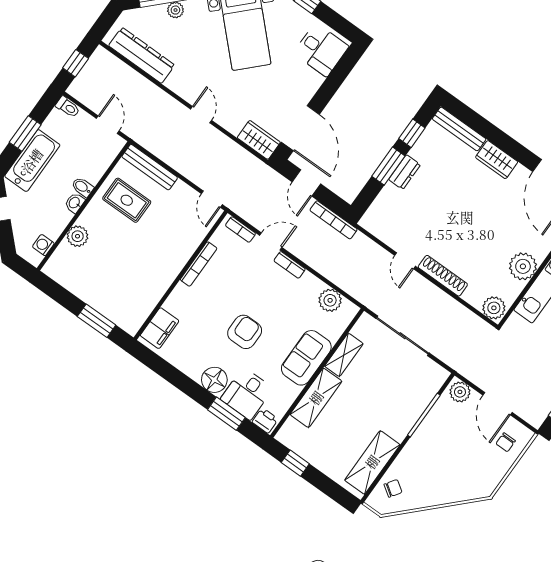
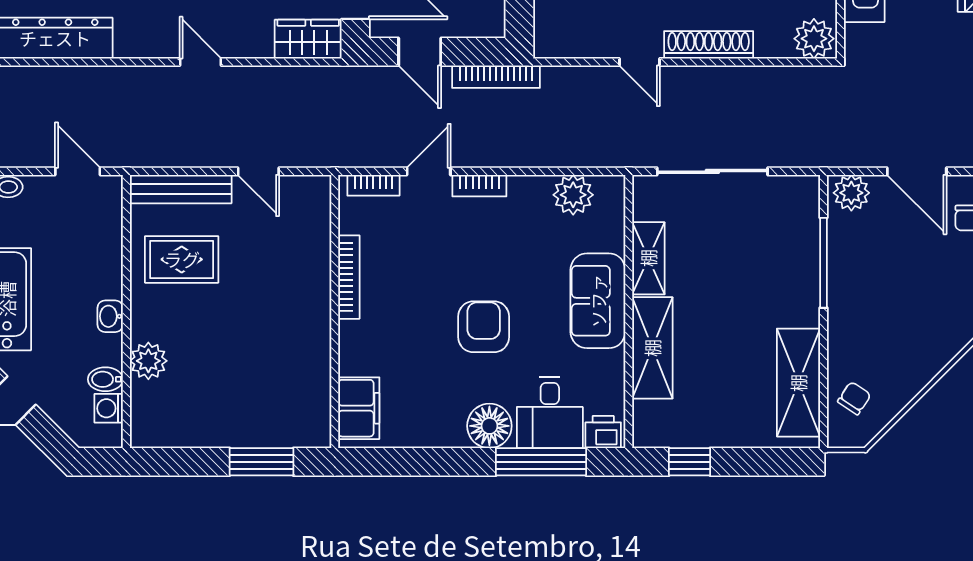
bidet: (83, 187) -> (105, 379), moved
door: (212, 199) -> (258, 171), moved
window: (226, 414) -> (541, 462), width x1.44

